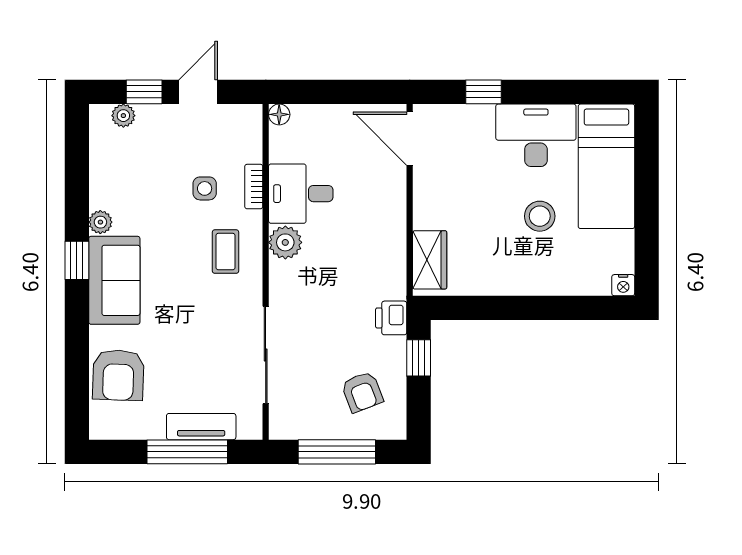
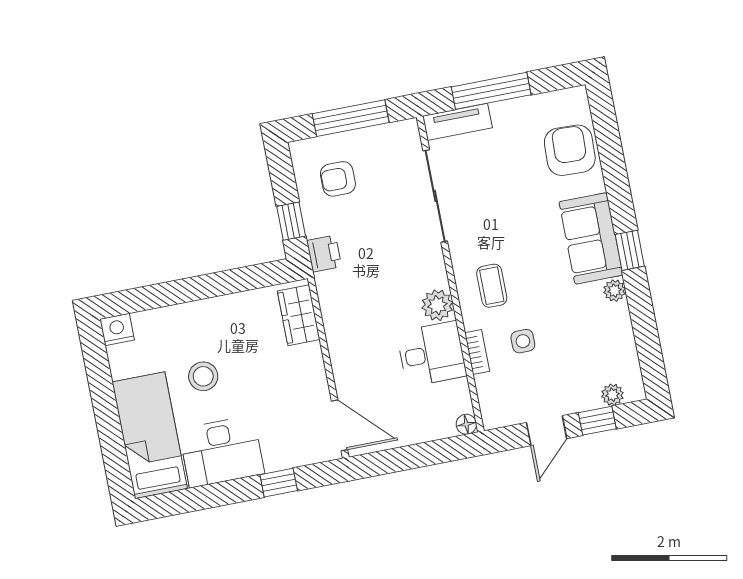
nightstand: (623, 285) -> (117, 329), width x1.39, depth x1.35
armchair: (362, 392) -> (338, 179), turned -69
tv unit: (201, 427) -> (457, 122), moved

